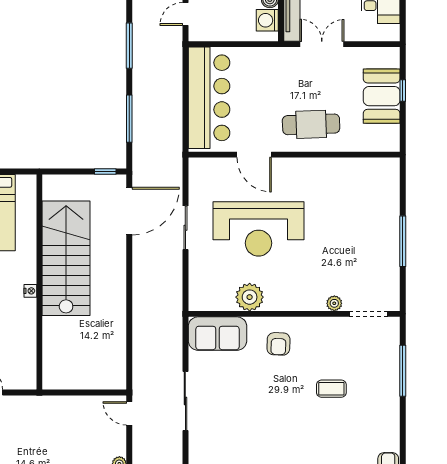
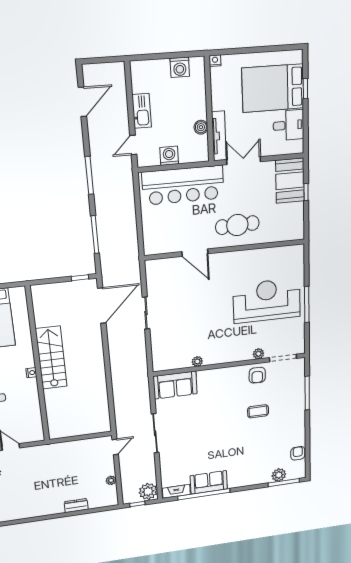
washing machine: (267, 20) -> (169, 156), moved, turned 90
booth: (382, 96) -> (290, 181), moved
bar counter: (209, 98) -> (183, 185), moved, turned 90
reception desk: (258, 229) -> (267, 301), moved, turned 180
stairs: (66, 258) -> (51, 358), width x0.73, depth x0.66
plant: (250, 297) -> (197, 361), width x0.53, depth x0.53
armchair: (278, 344) -> (257, 375), moved
door: (129, 413) -> (115, 447), swing flipped

